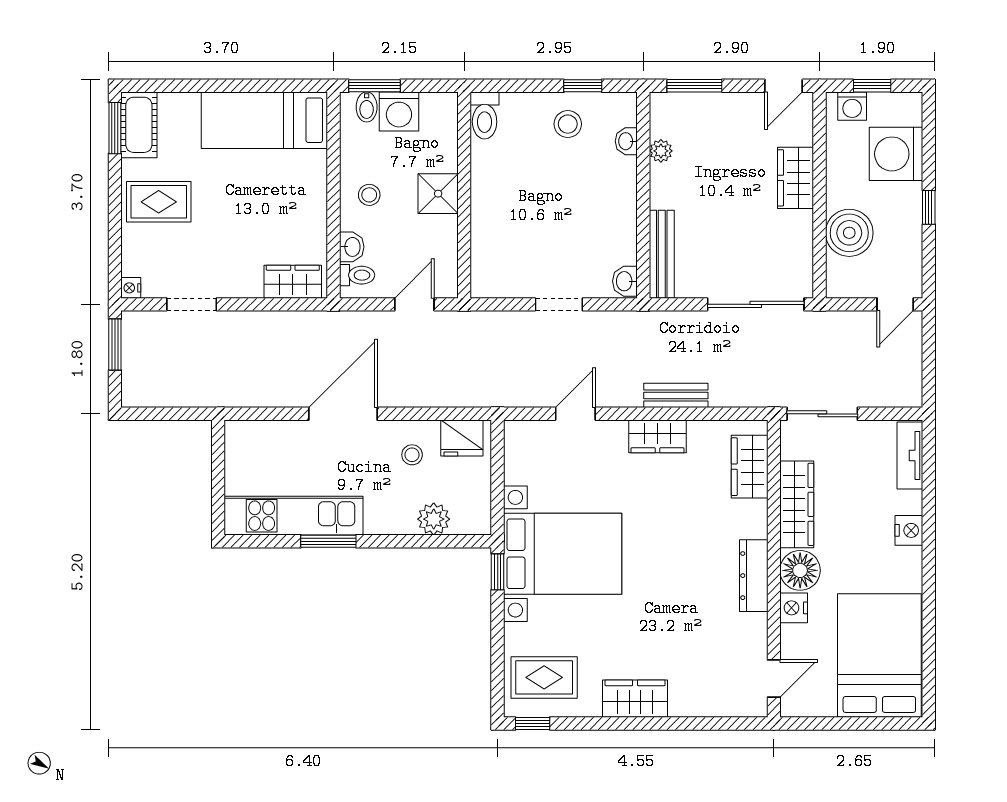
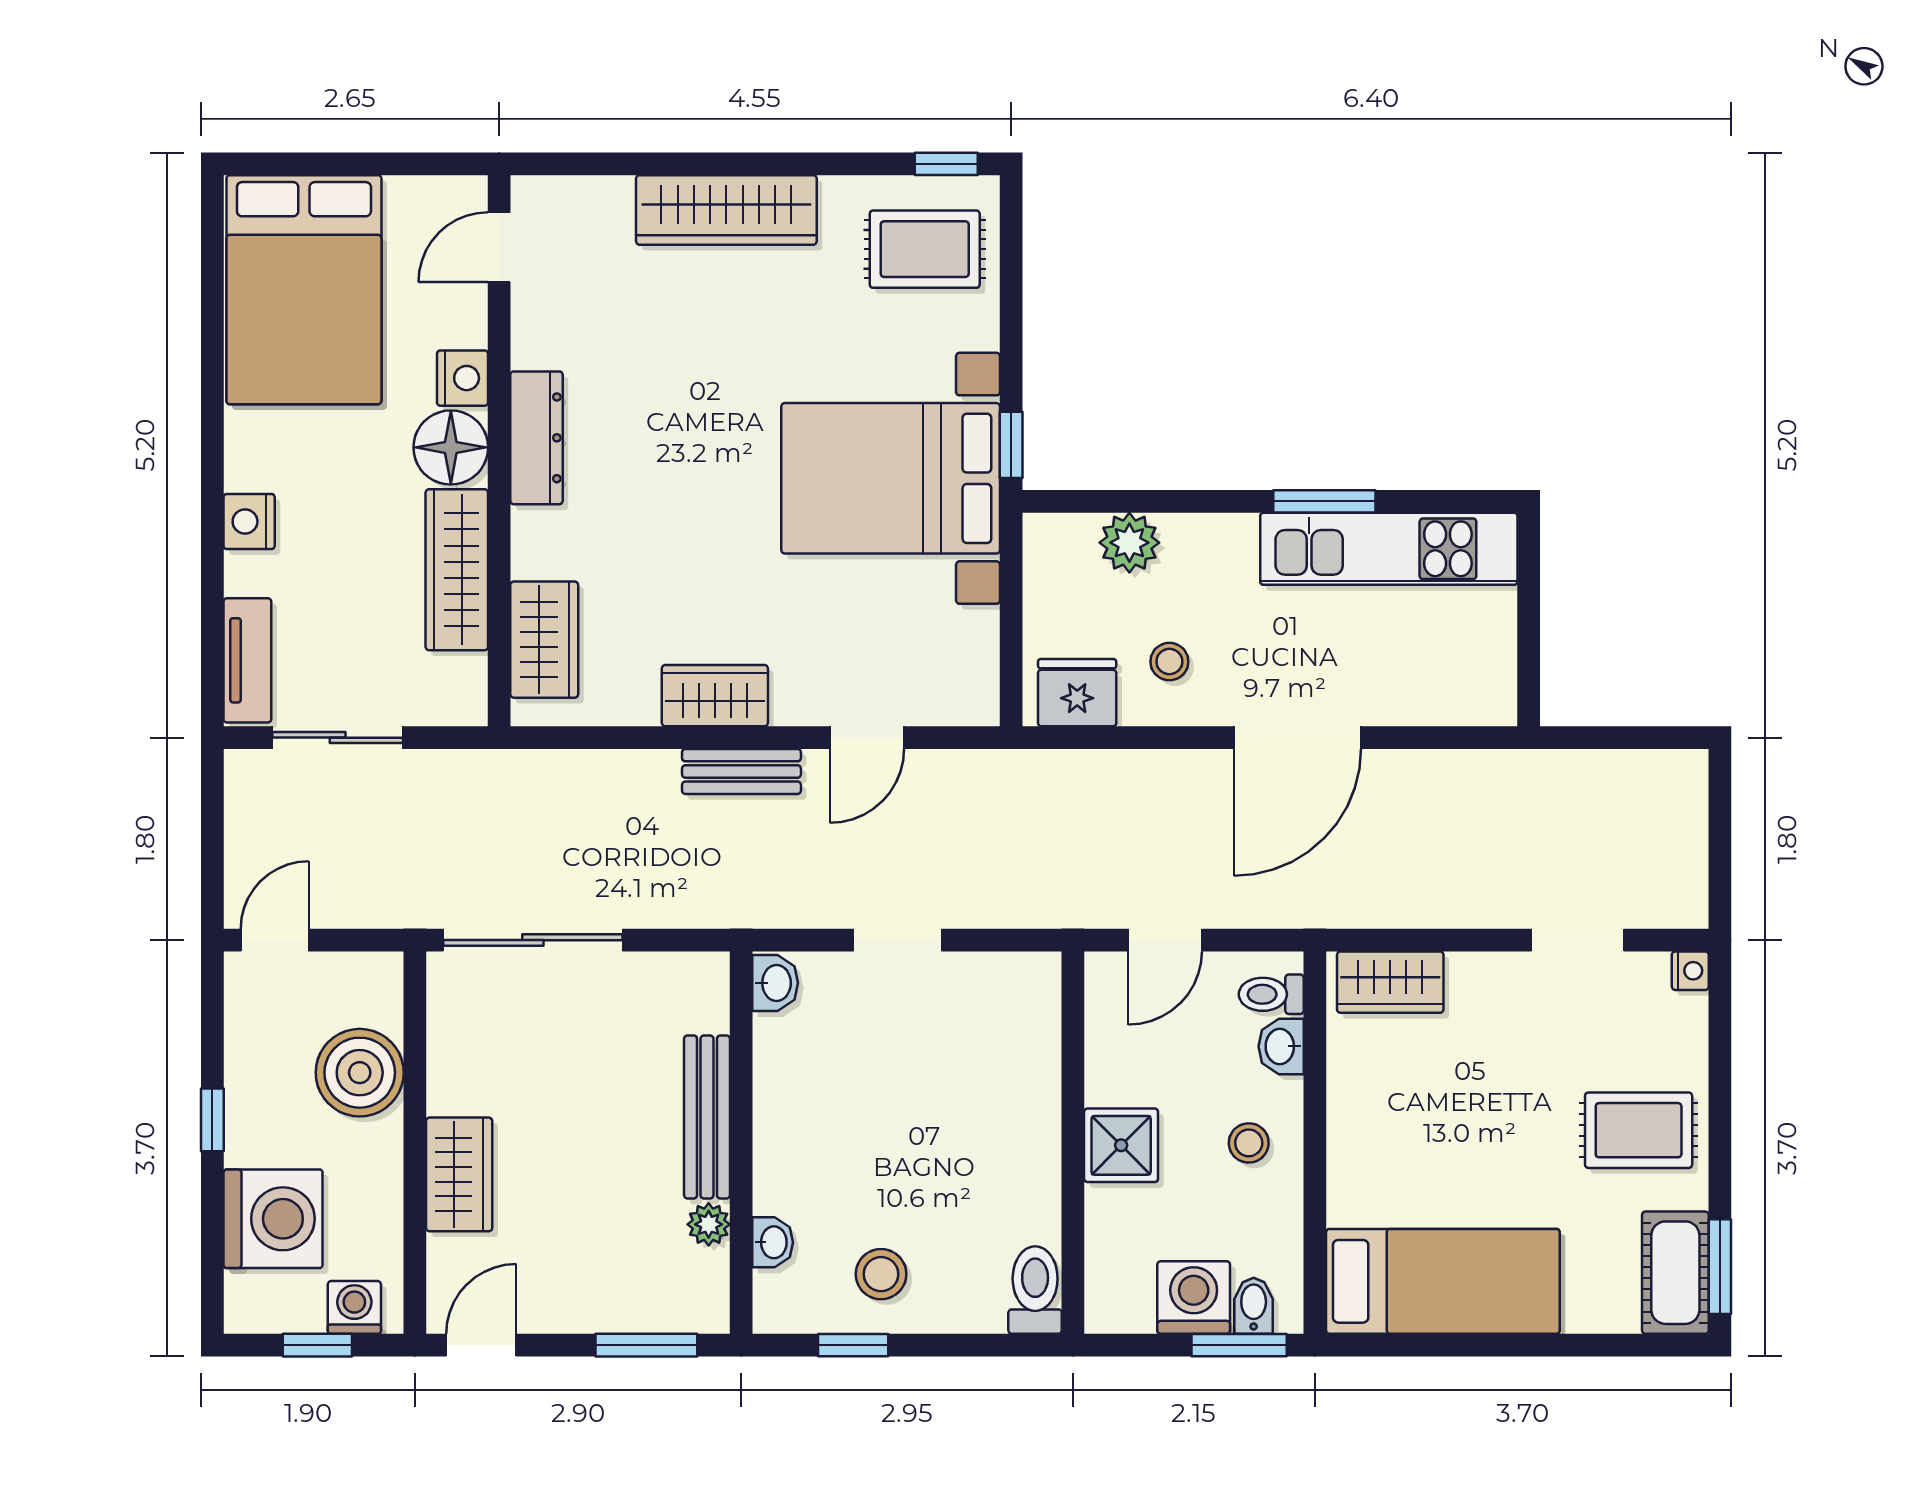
bench: (662, 254) -> (707, 1117), moved
window: (115, 345) -> (1720, 866), removed
bench: (676, 395) -> (741, 771), moved
sliding door: (822, 414) -> (338, 738), moved
wardrobe: (635, 699) -> (726, 210), width x1.50

